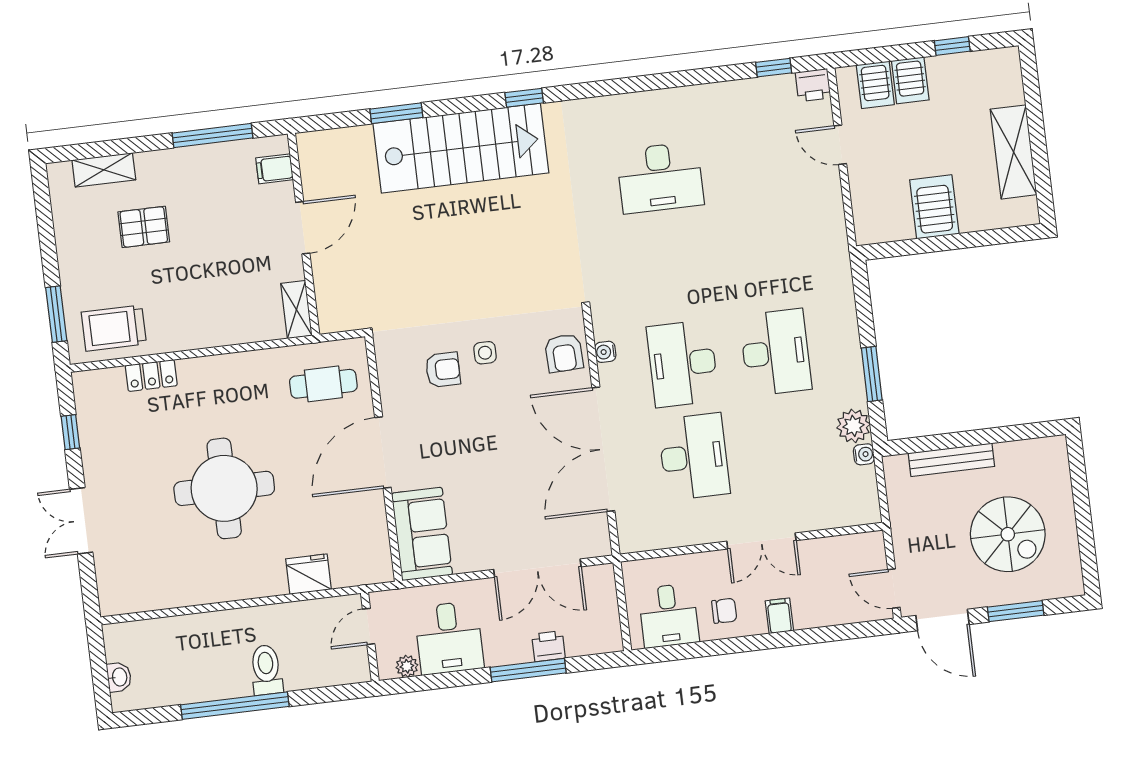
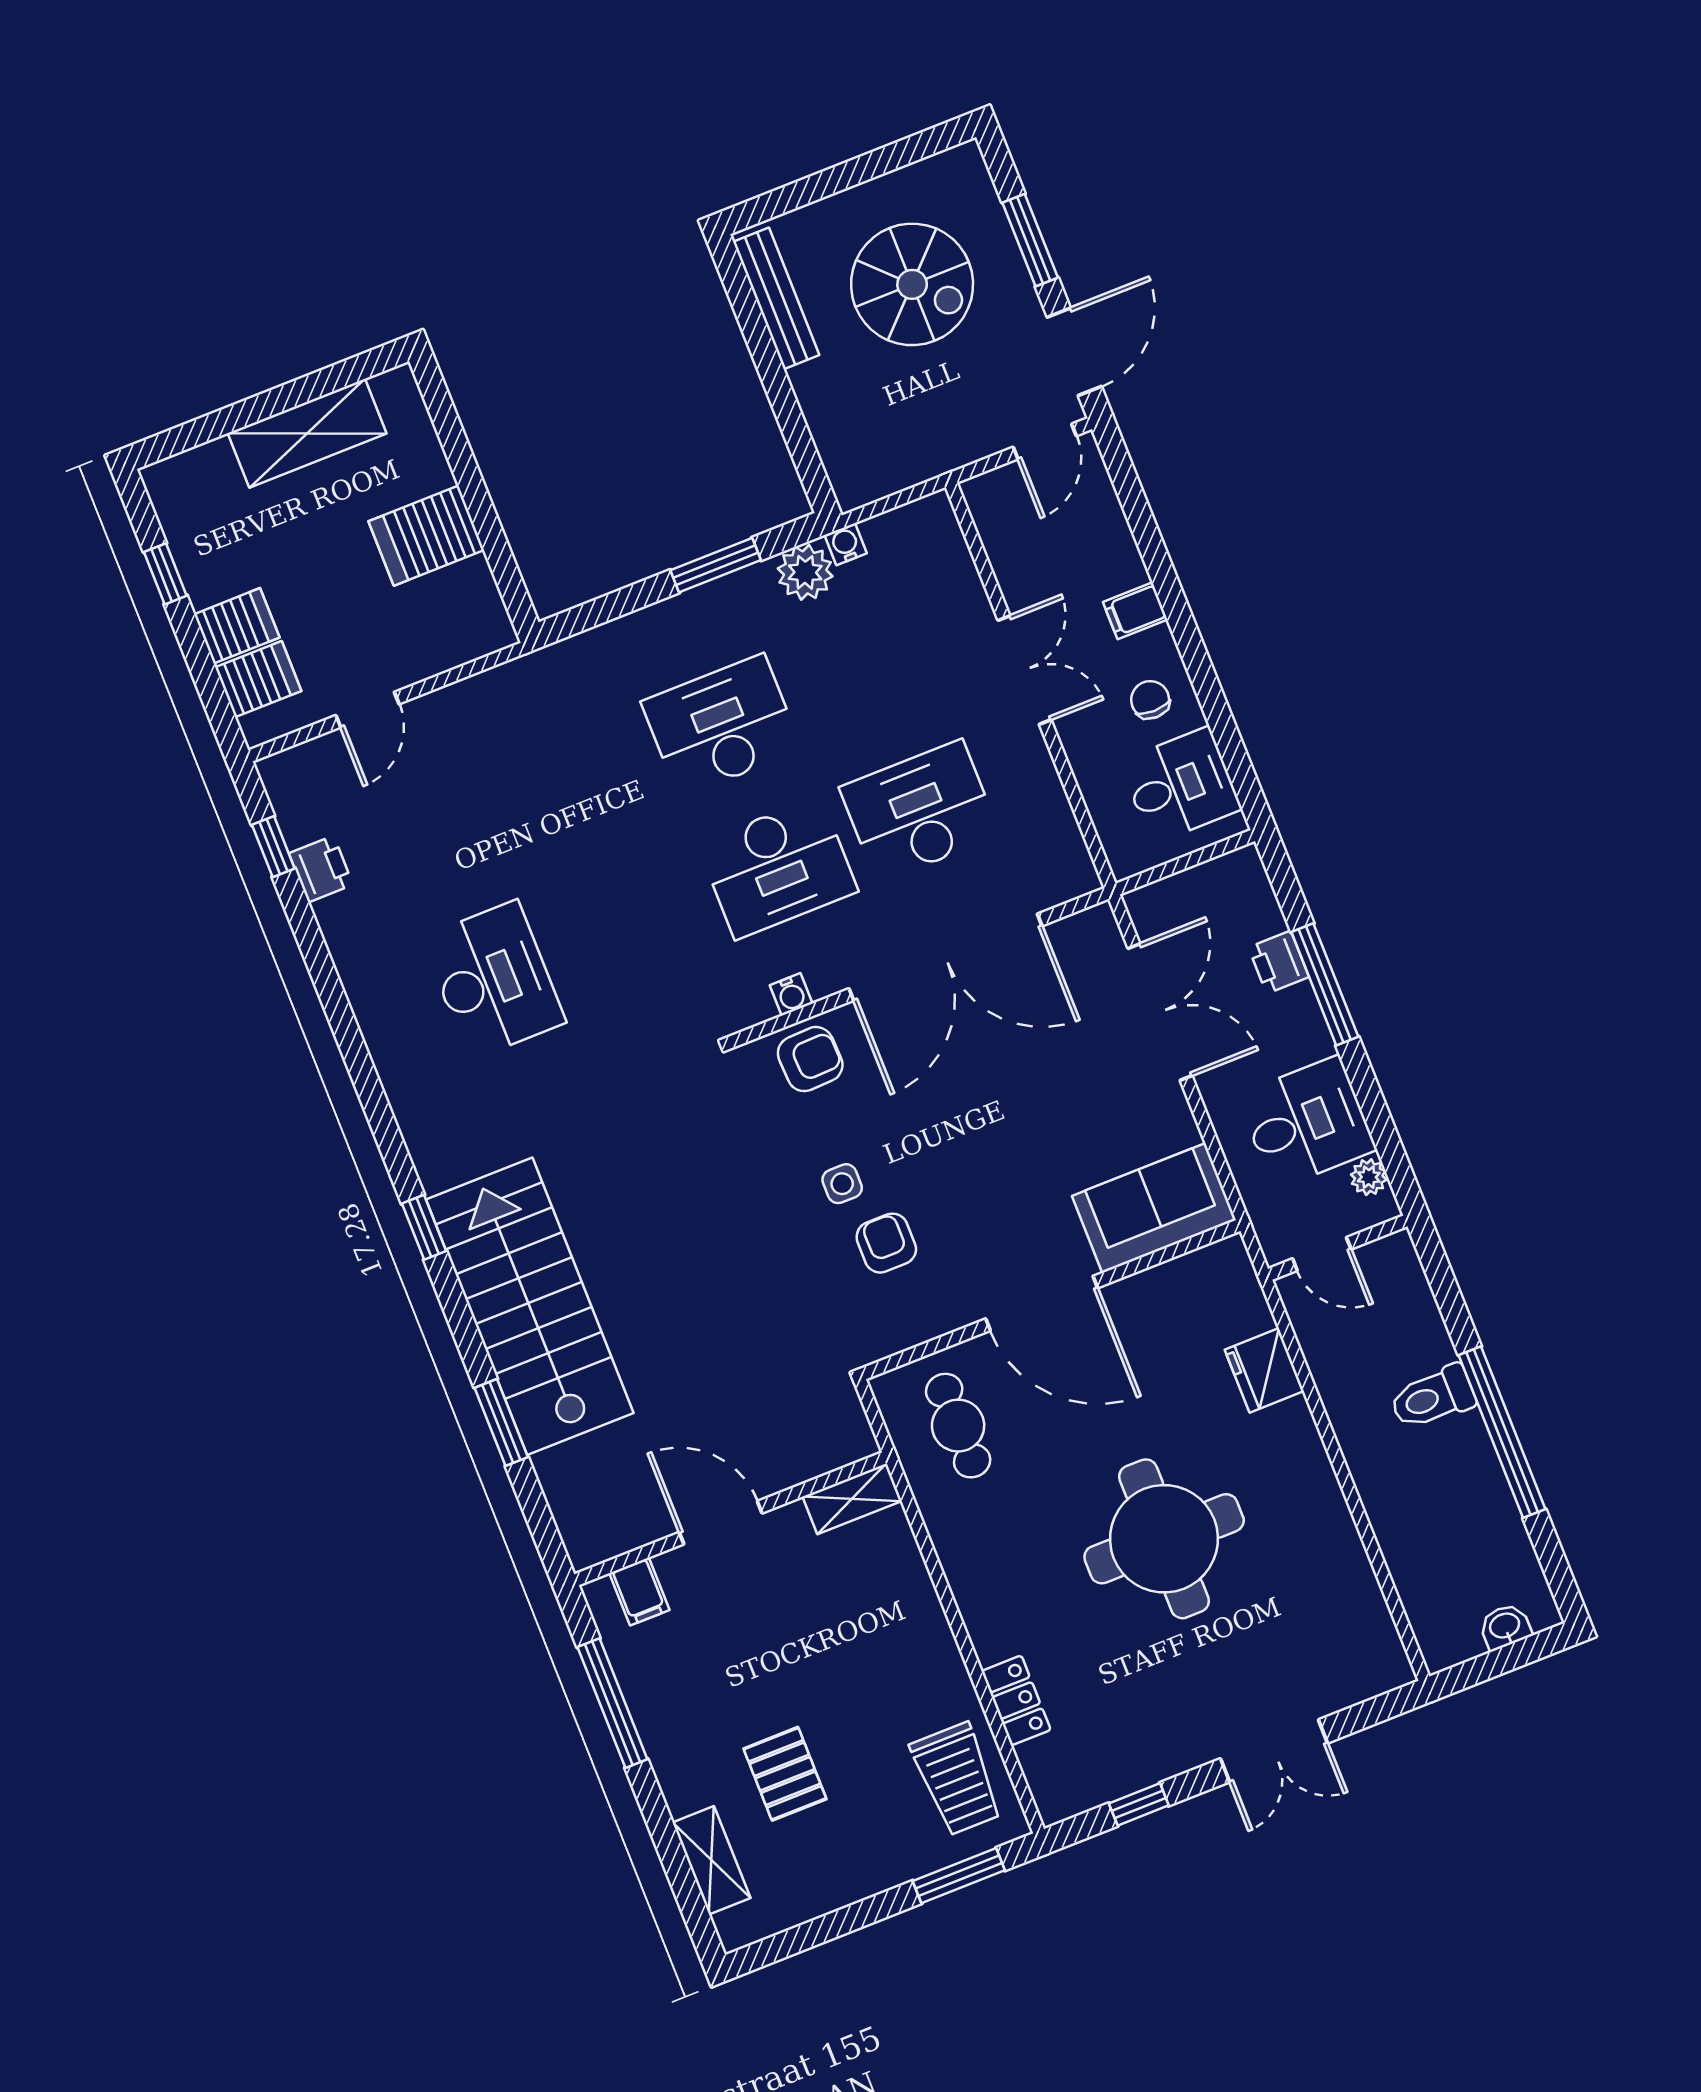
printer: (813, 85) -> (321, 869), moved
bench: (951, 460) -> (776, 298), moved
spiral stairs: (1008, 534) -> (912, 284), turned 90

